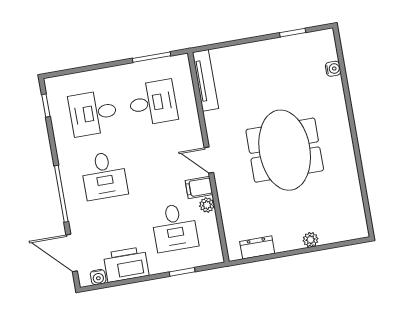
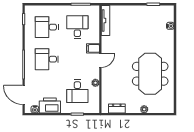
desk: (153, 103) -> (77, 27), turned -90
meeting table: (285, 150) -> (150, 74), moved
door: (209, 160) -> (100, 61), swing flipped
desk: (104, 175) -> (47, 59), turned 90
filing cabinet: (199, 187) -> (93, 48), moved

